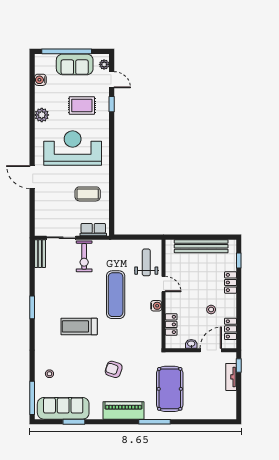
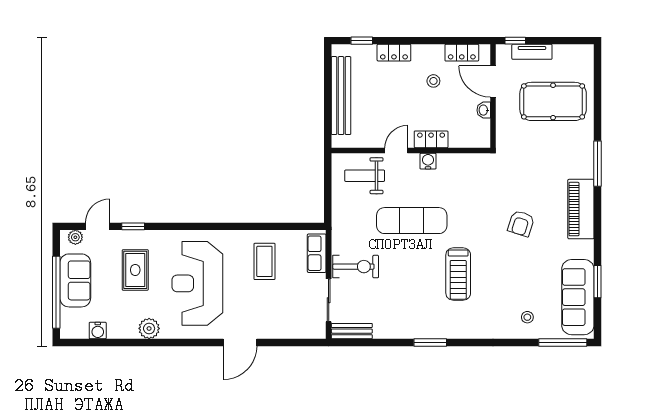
locker: (171, 324) -> (431, 139), moved
pool table: (170, 389) -> (553, 101), moved

